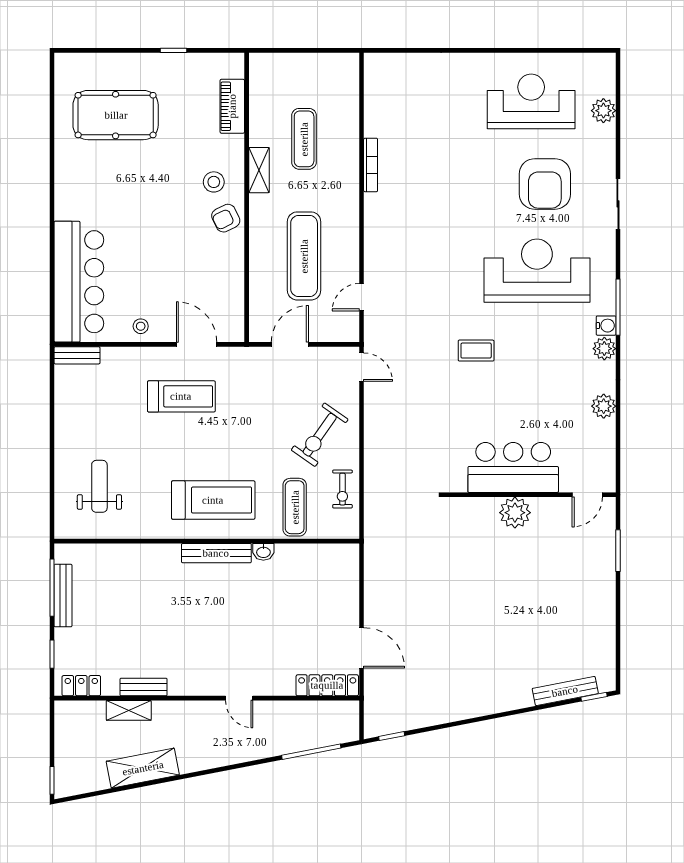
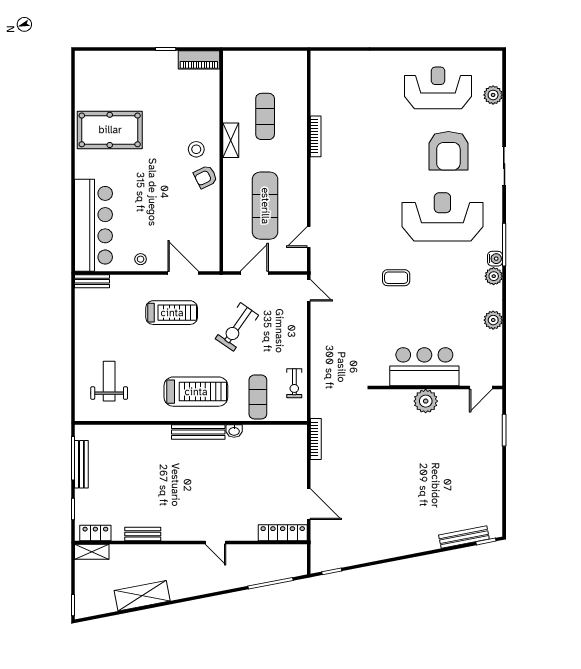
piano: (232, 106) -> (199, 60), moved, turned -90
pool table: (116, 115) -> (110, 130), moved
exercise bike: (320, 435) -> (237, 327), moved
bookcase: (371, 562) -> (316, 439), added
shelving: (129, 710) -> (92, 552), moved

